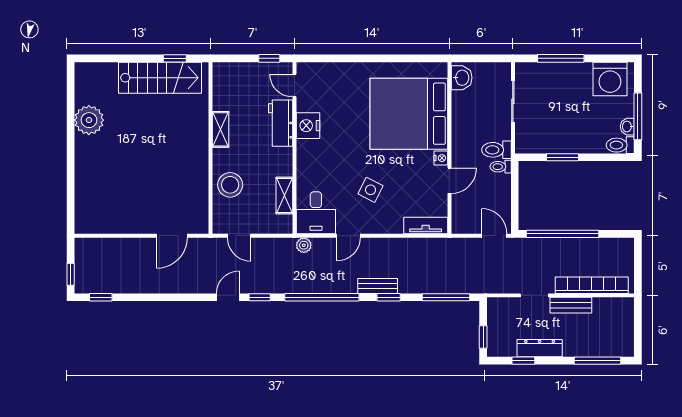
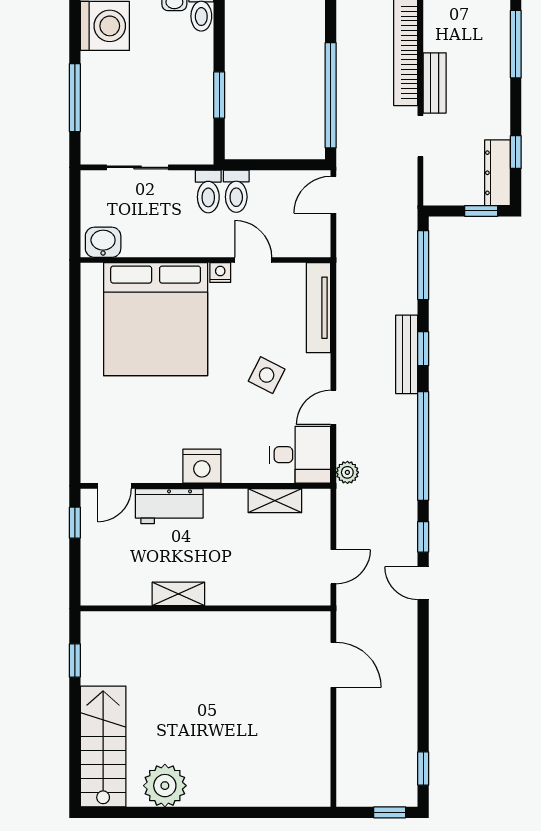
stairs: (160, 78) -> (103, 747), moved
nightstand: (308, 126) -> (202, 466), moved
toilet: (501, 167) -> (236, 191), width x1.37, depth x1.39
stool: (230, 185) -> (259, 580), removed
tv unit: (426, 225) -> (318, 308), width x1.41
door: (348, 236) -> (333, 407), swing flipped
bench: (378, 286) -> (407, 354), width x1.36
dresser: (540, 348) -> (497, 173), moved

